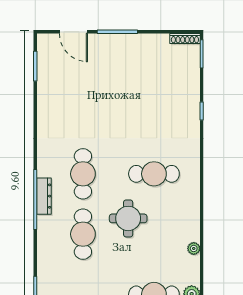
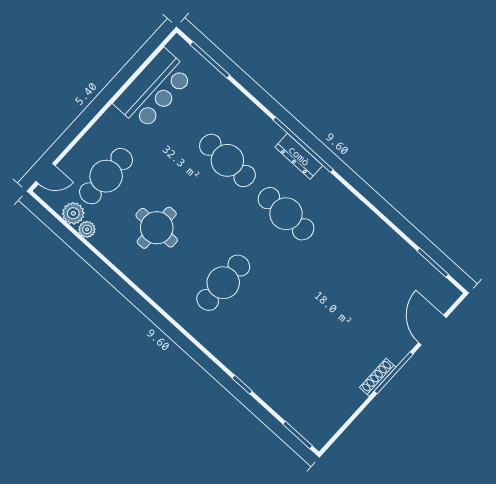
door: (73, 32) -> (432, 330), hinge flipped
shoe rack: (185, 38) -> (378, 377), moved
round table: (128, 218) -> (157, 228), moved
plant: (194, 248) -> (87, 229), moved

